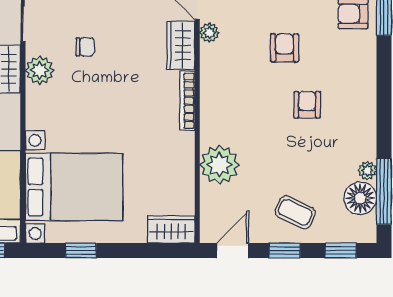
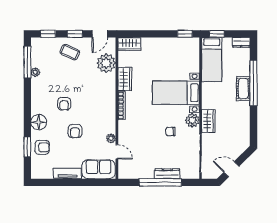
wardrobe: (181, 45) -> (125, 79), moved
plant: (219, 165) -> (106, 63), moved
bed with nightstands: (74, 187) -> (176, 93), moved, width x0.73
floor lamp: (360, 198) -> (39, 122), moved
window: (81, 250) -> (185, 34), moved

